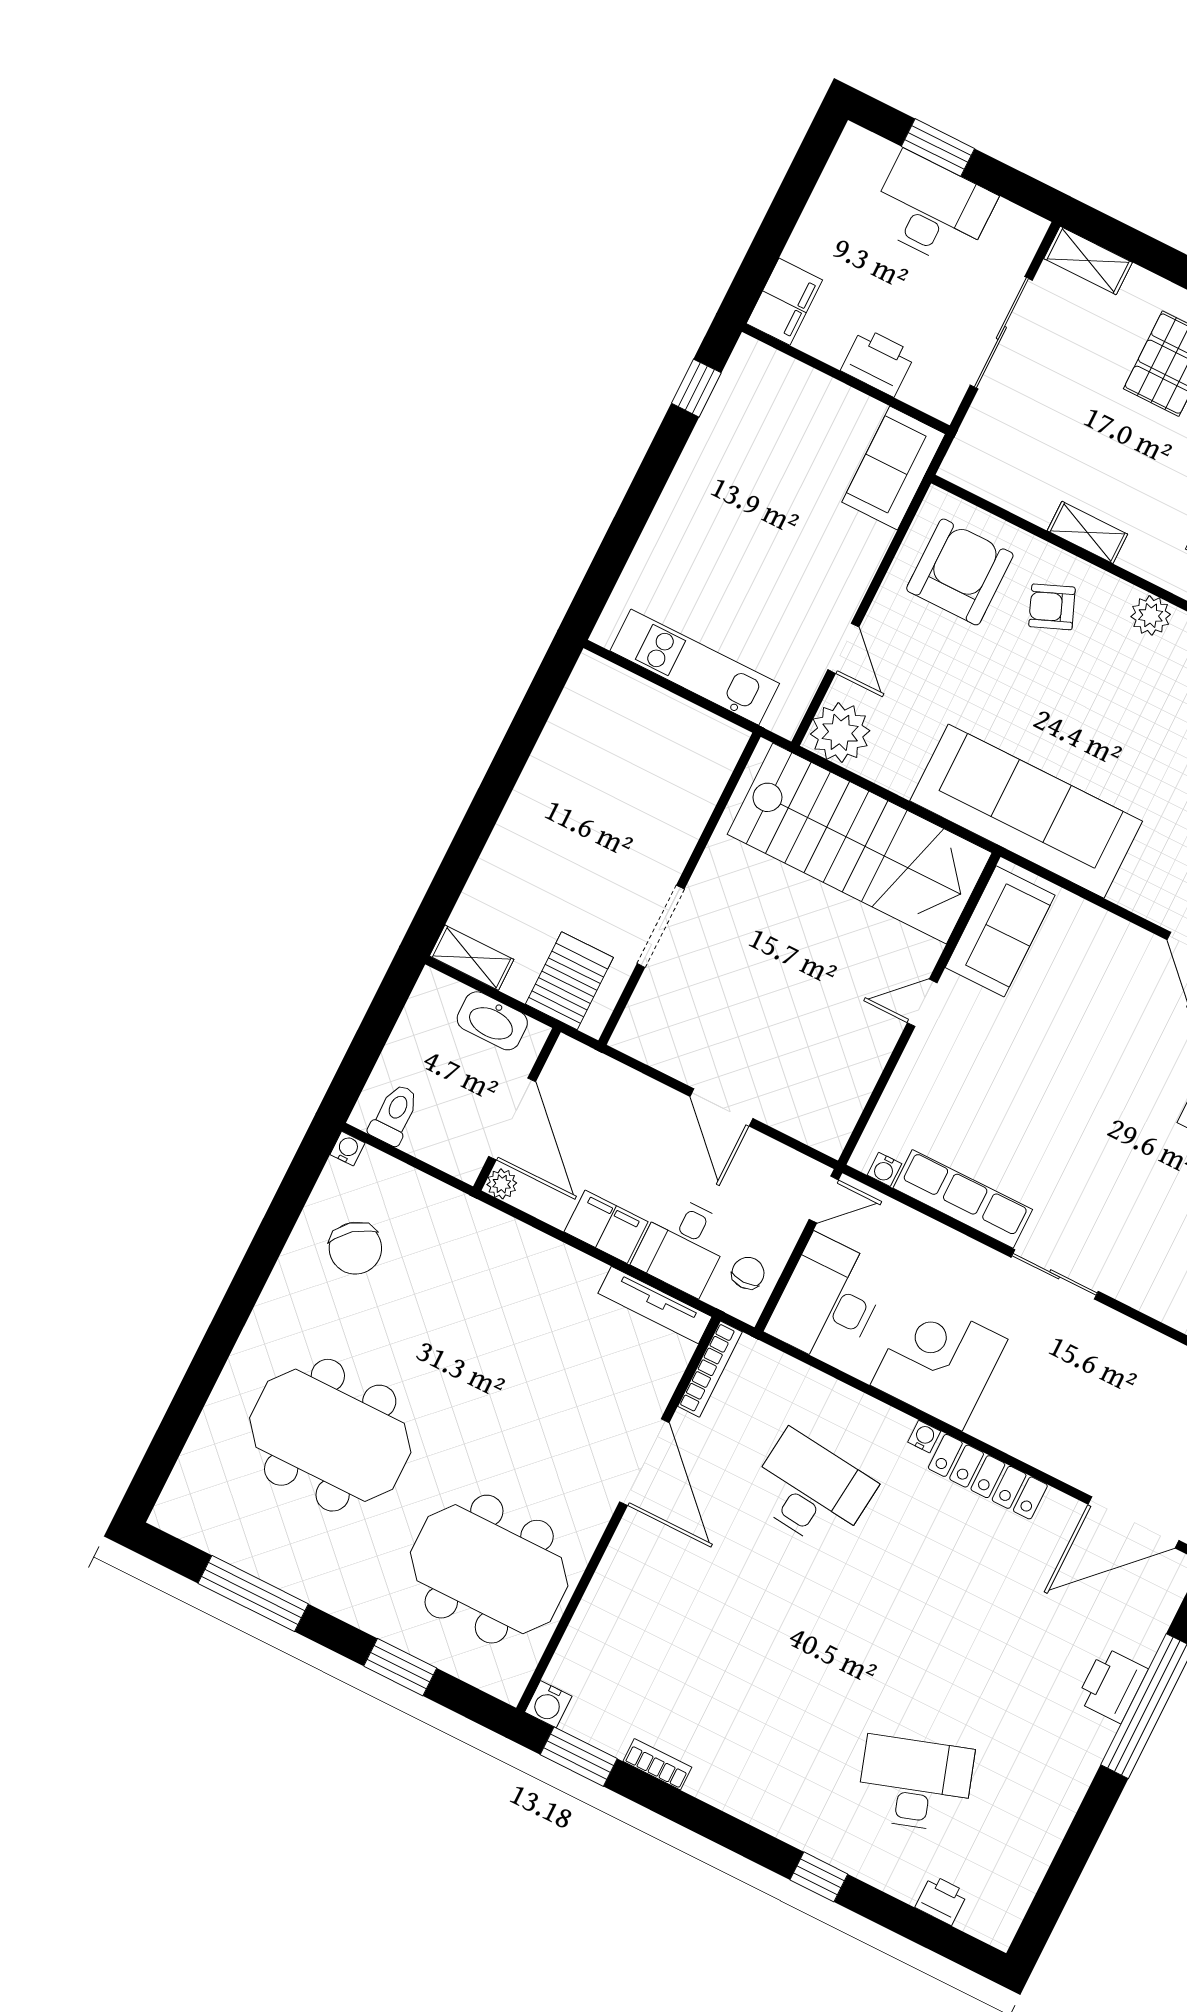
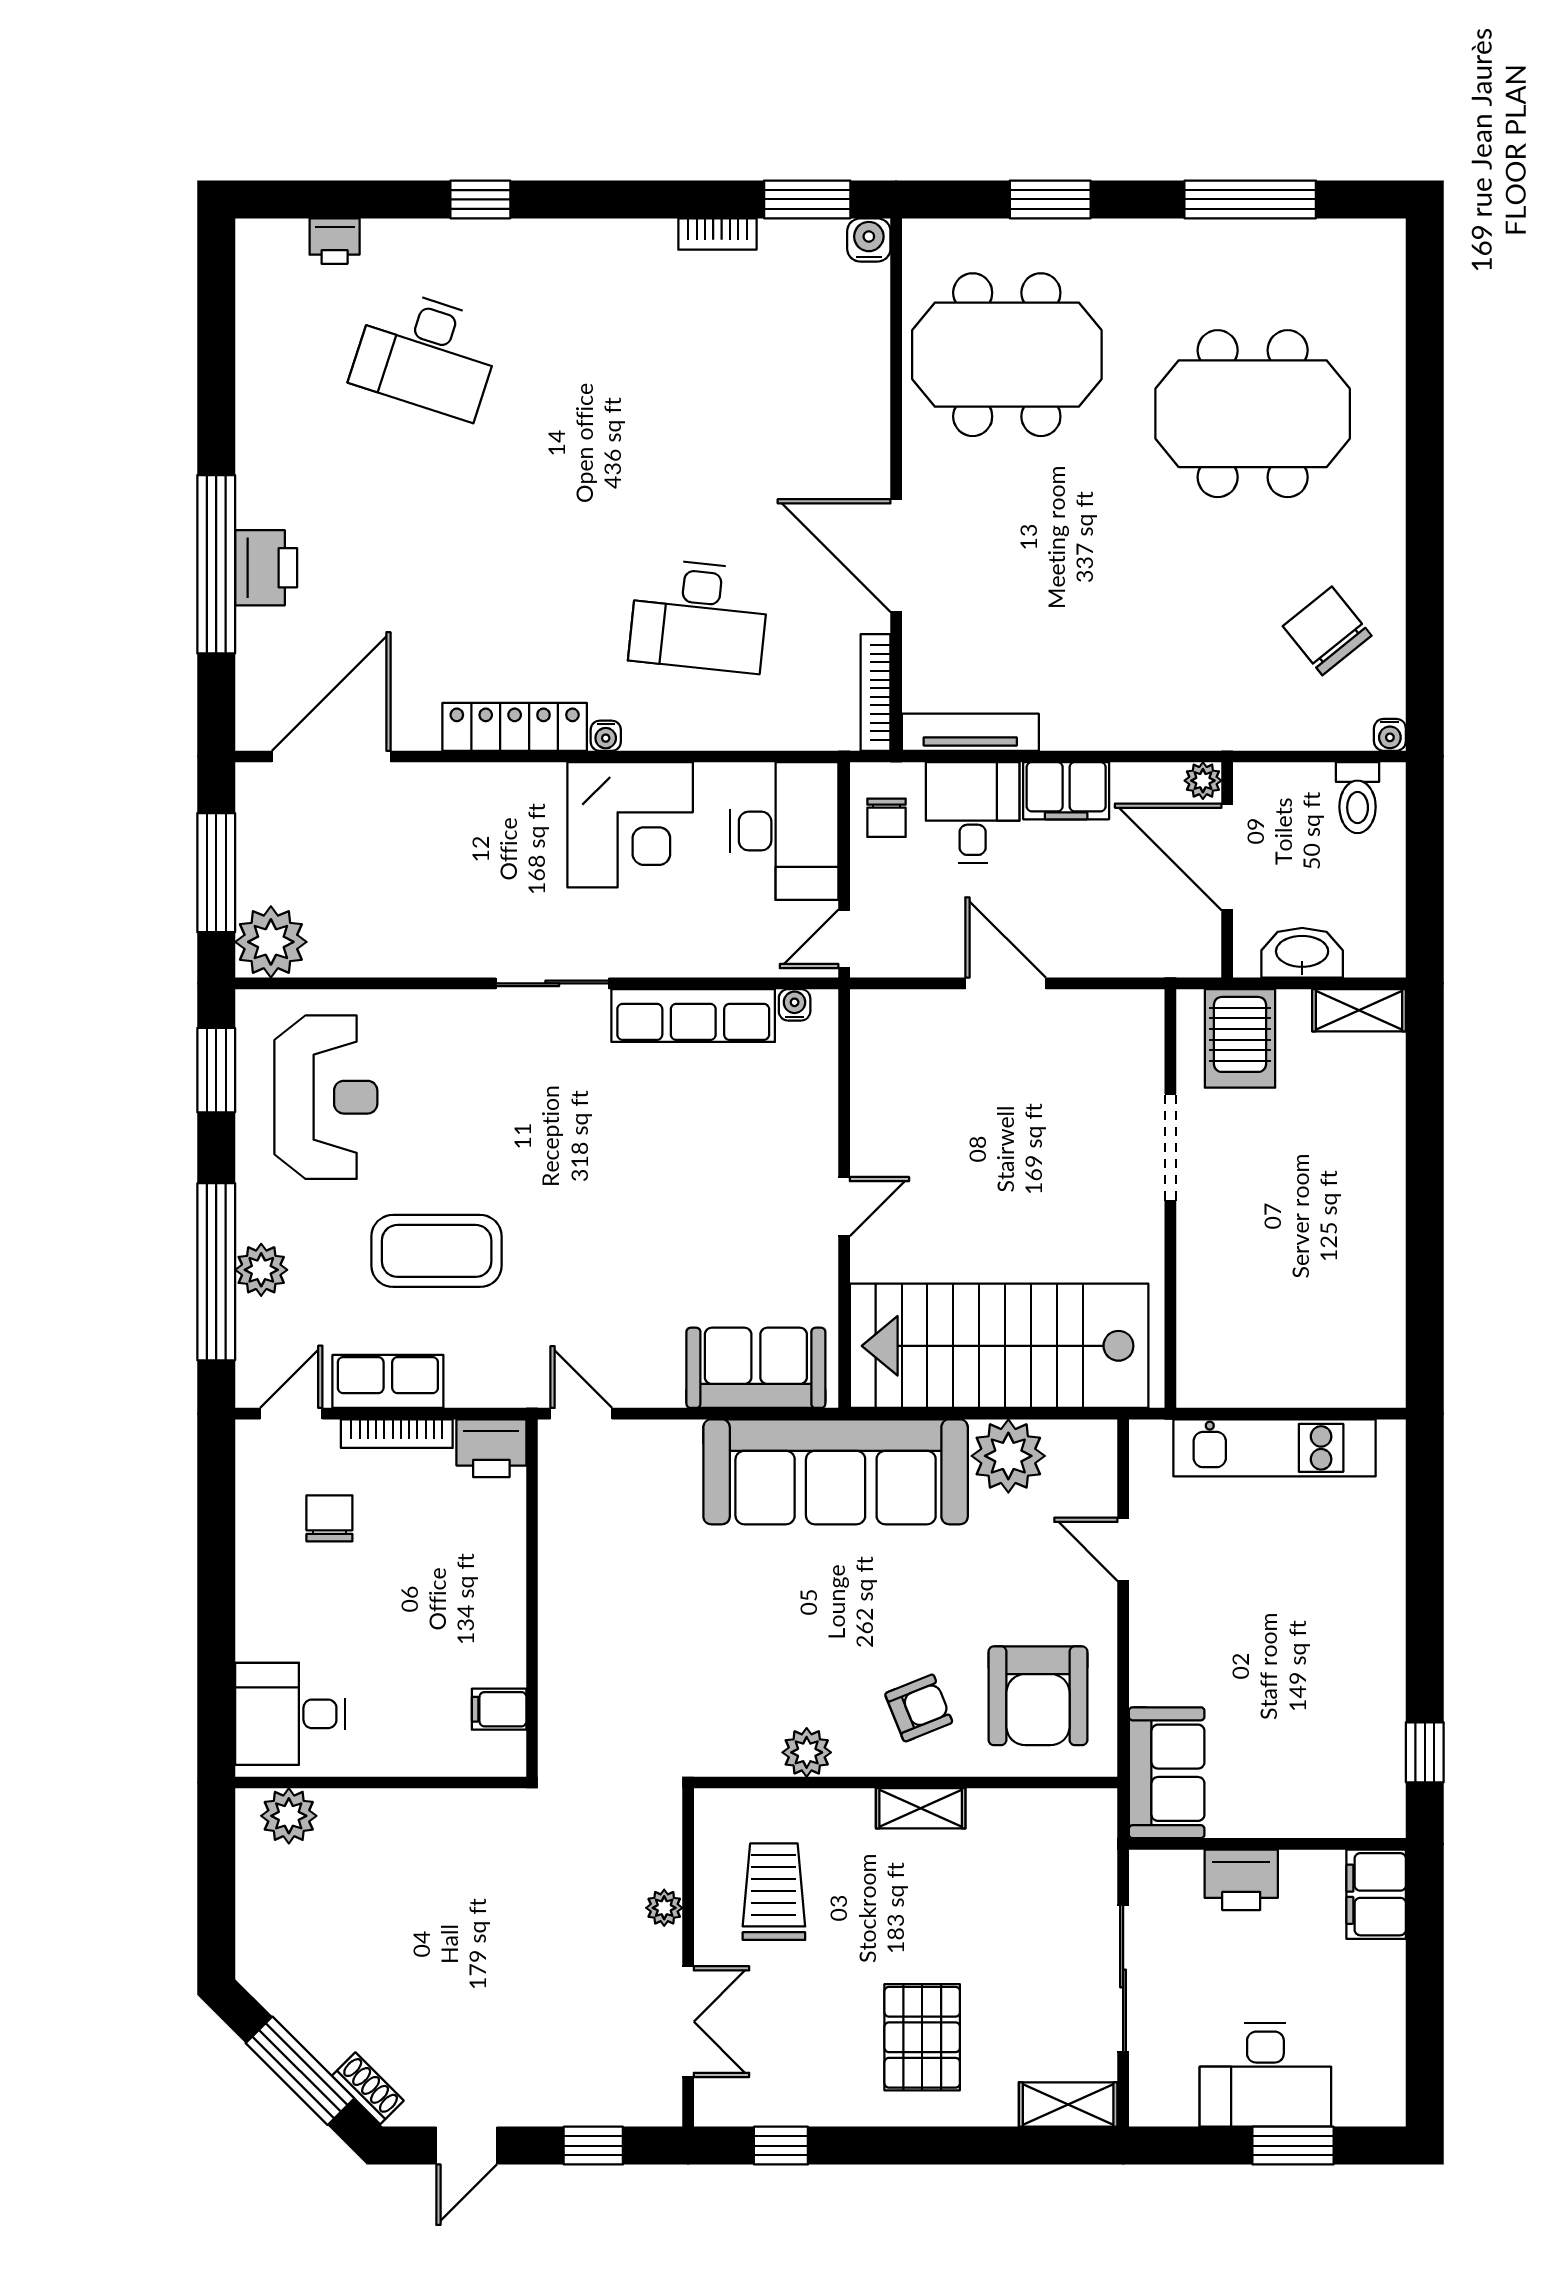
plant: (840, 732) -> (1008, 1456), moved
sofa: (1000, 931) -> (756, 1368), moved, turned 90
desk: (915, 1784) -> (426, 354), turned 36

